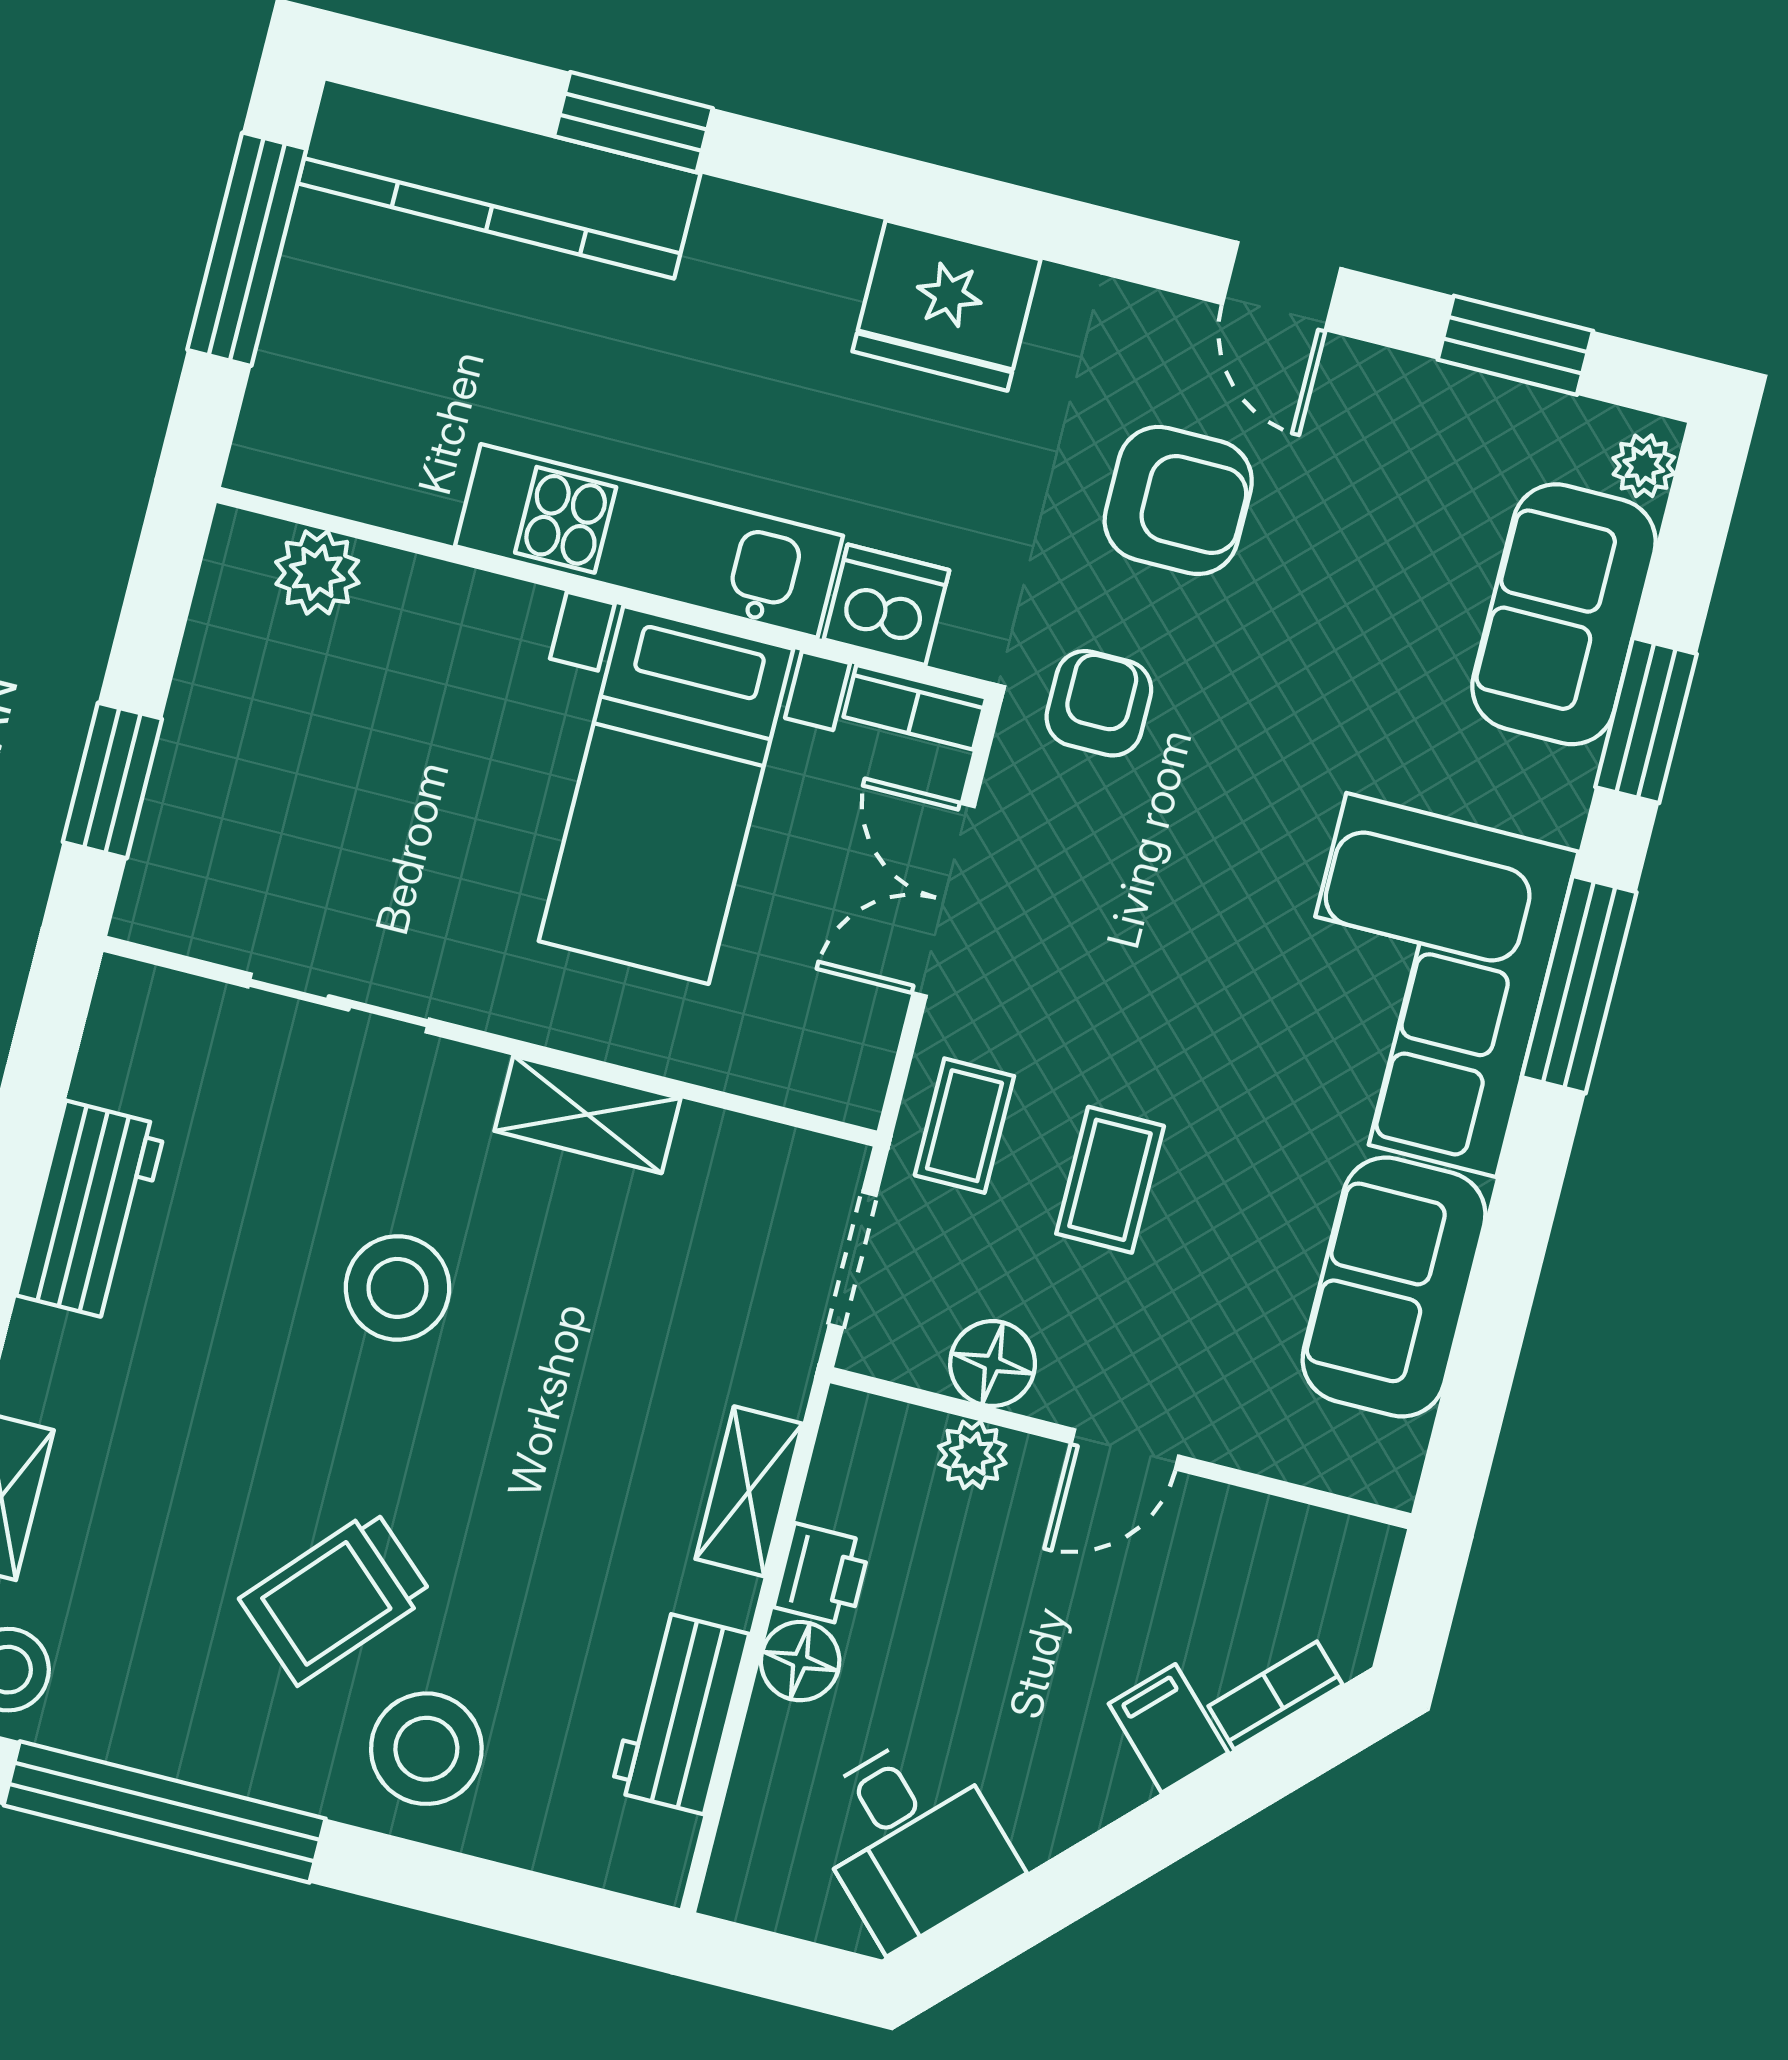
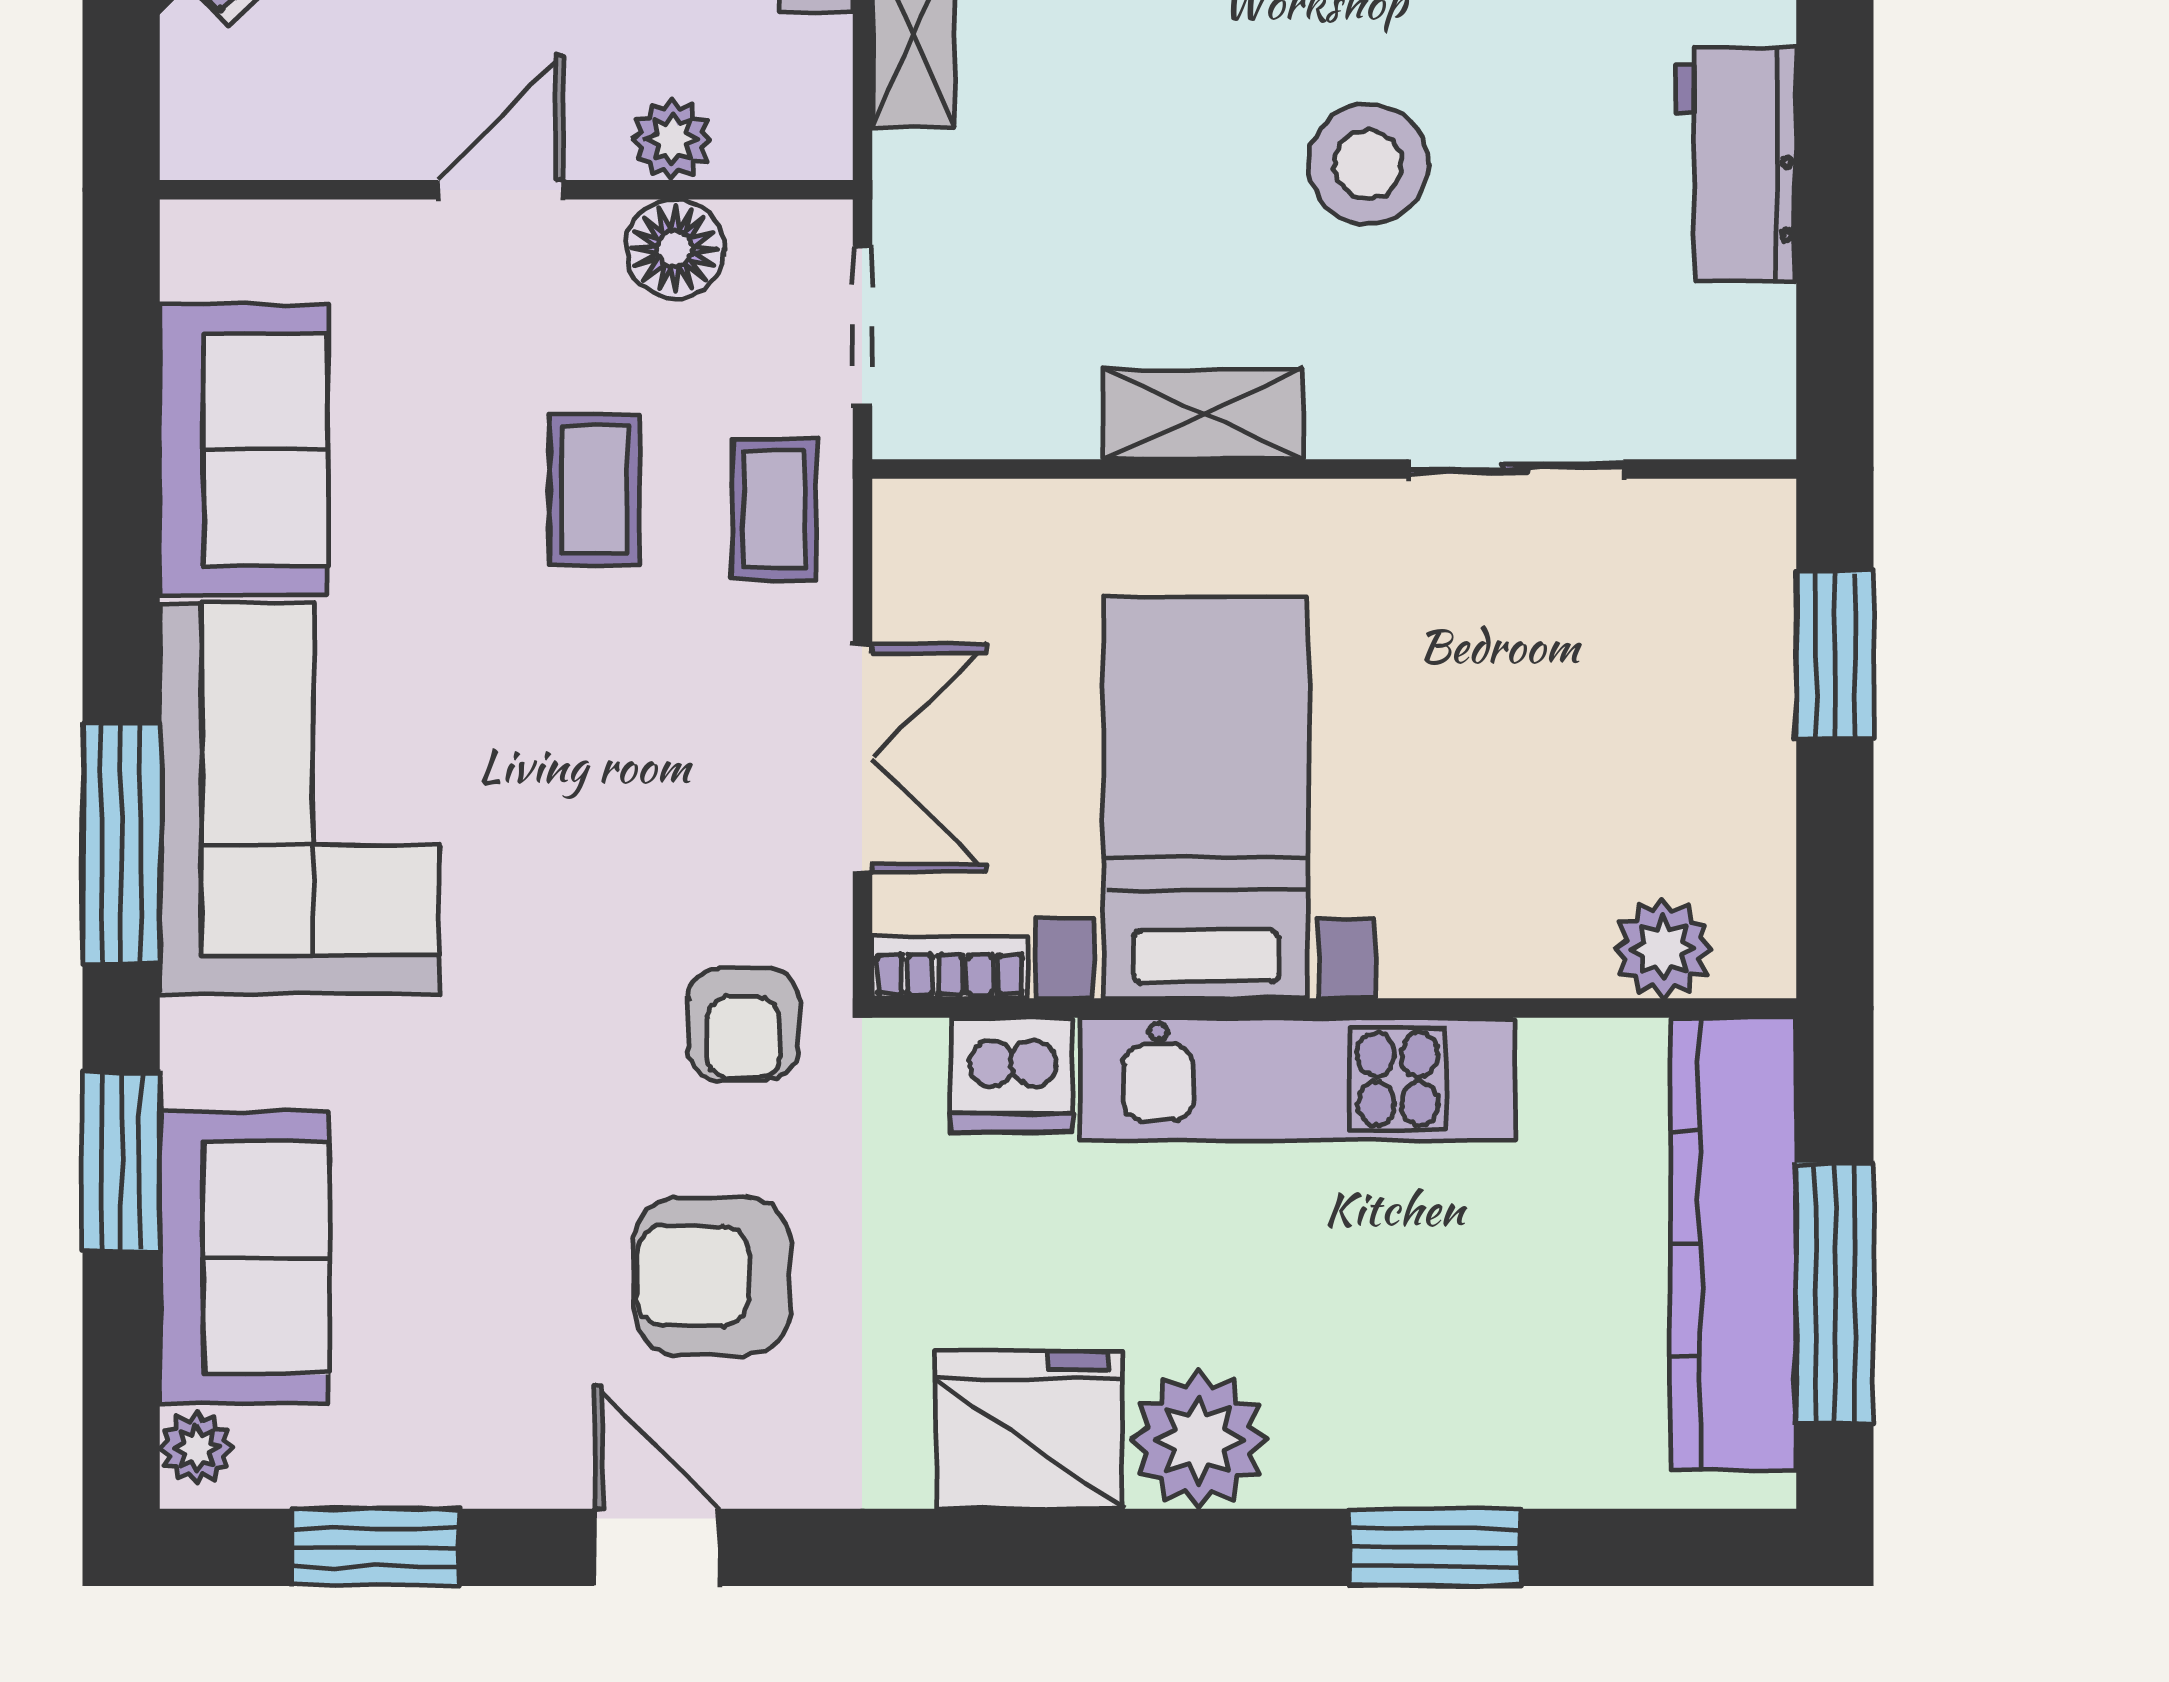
kitchen counter: (499, 178) -> (1733, 1244), moved, turned -90
plant: (807, 261) -> (1199, 1440), added

